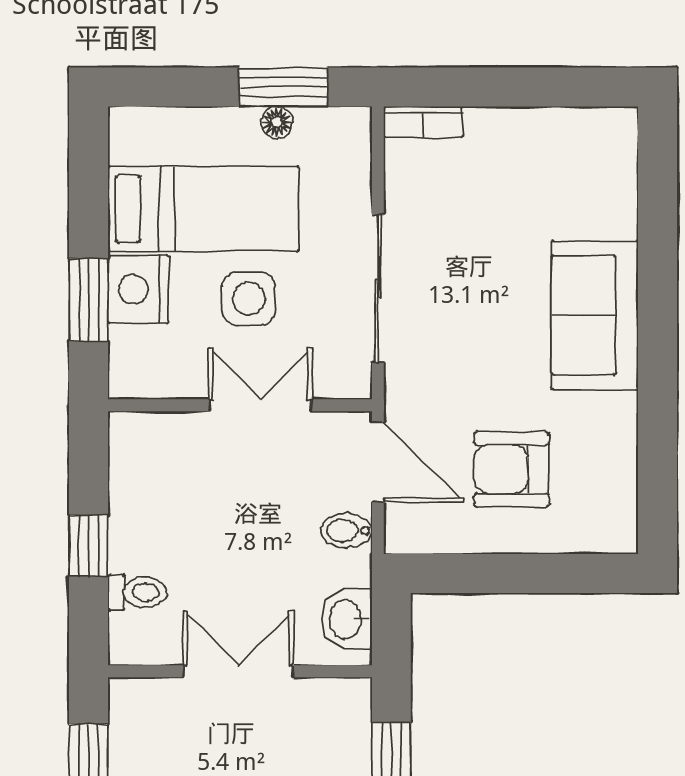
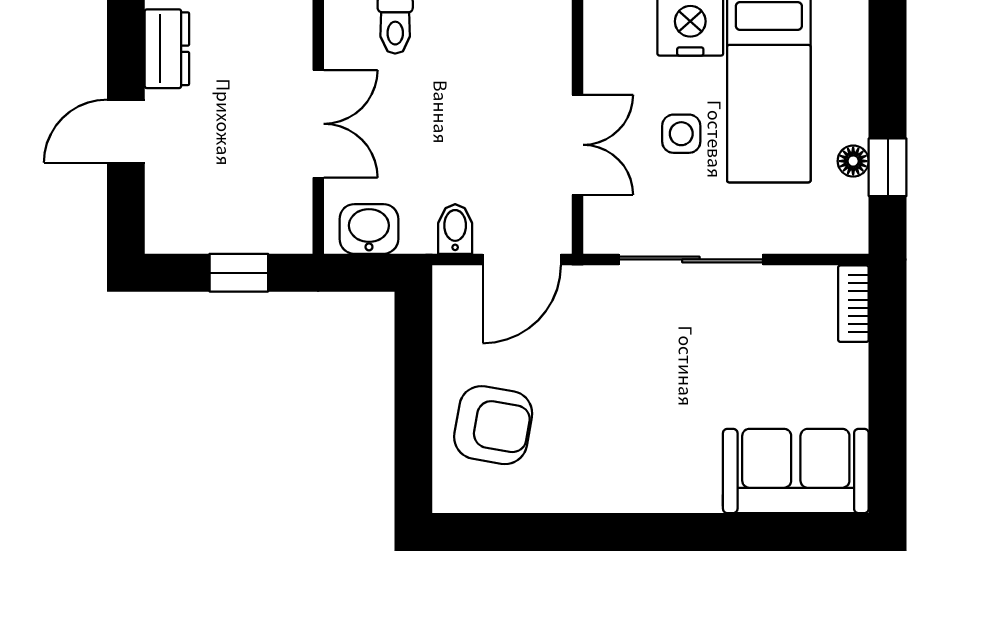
window: (283, 87) -> (888, 167), width x0.67
side table: (249, 299) -> (681, 134), width x0.73, depth x0.73
sofa: (595, 315) -> (796, 471), moved
armchair: (511, 469) -> (493, 425), moved, turned 100

